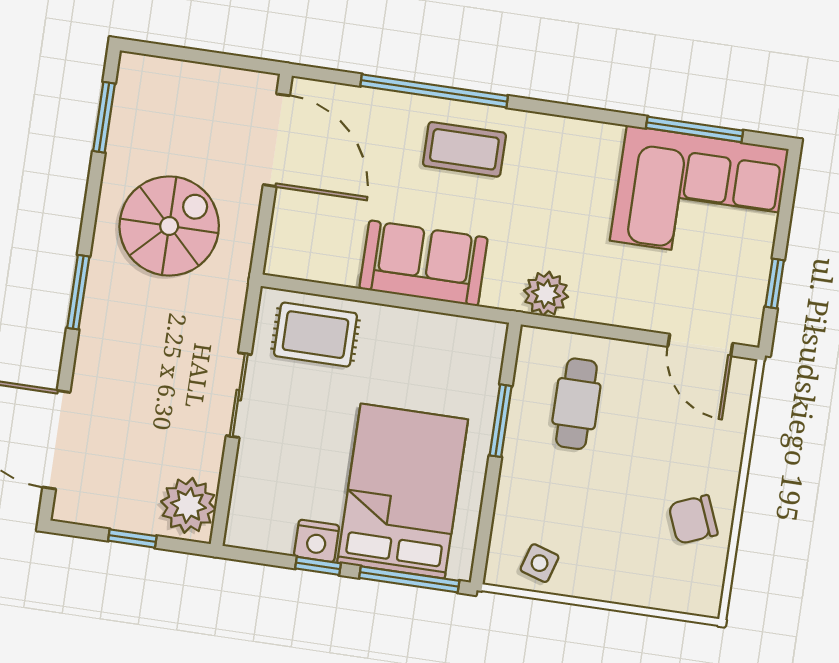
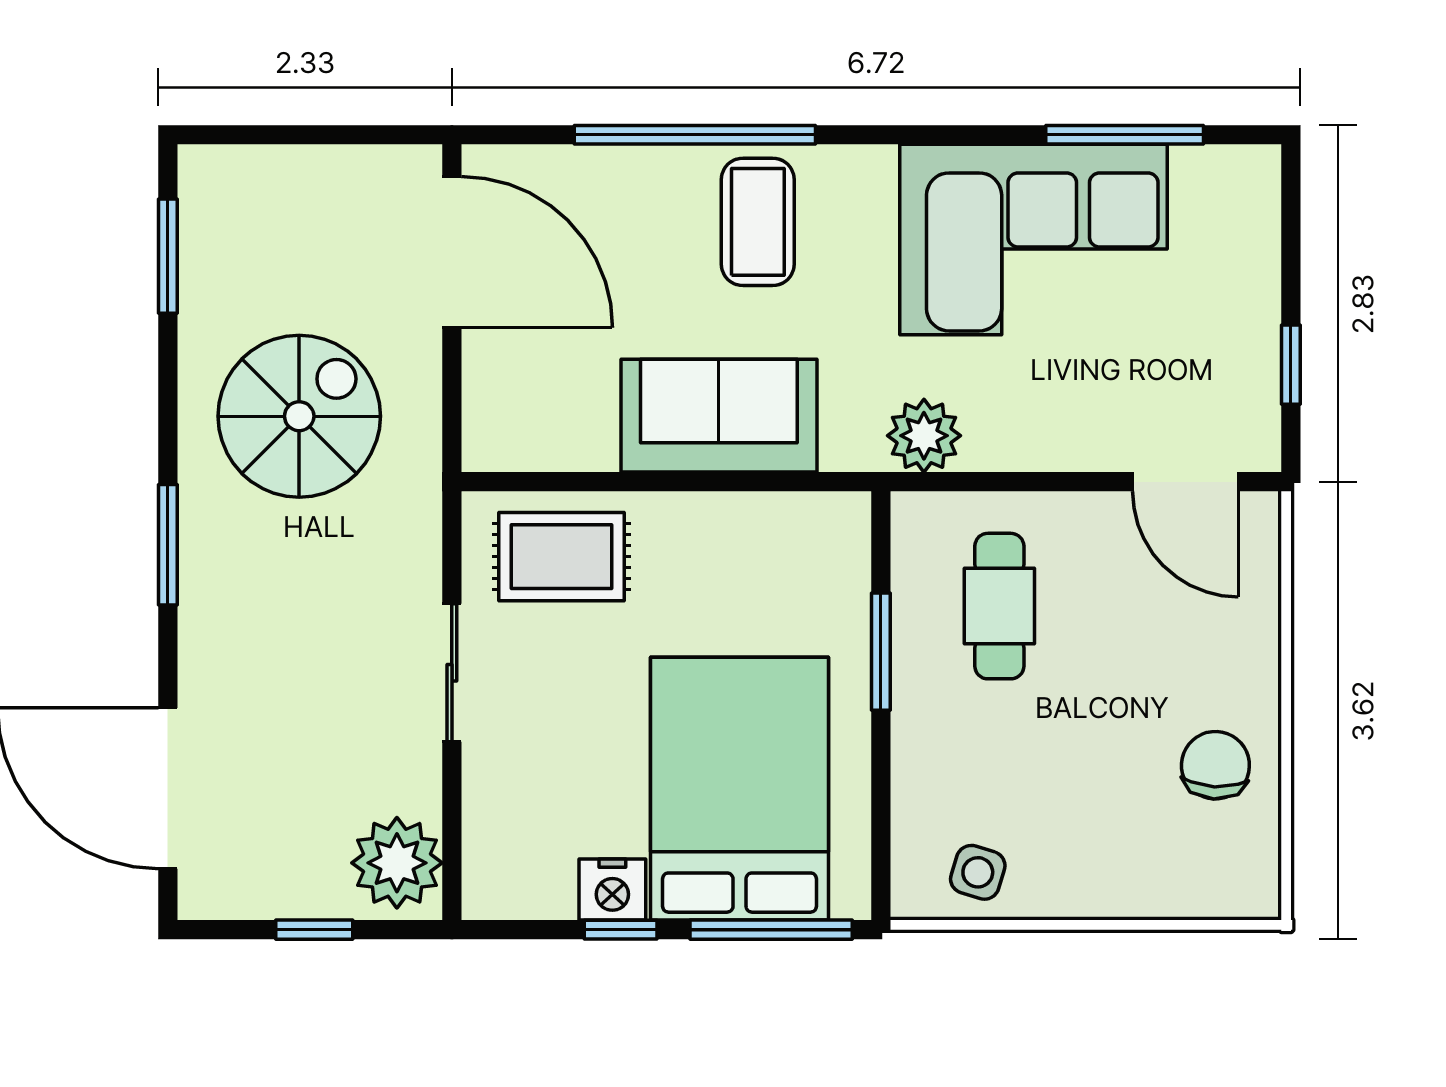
coffee table: (464, 149) -> (758, 222), turned 90
corner sofa: (699, 195) -> (1034, 240), moved
chair: (693, 519) -> (1215, 765), turned 115

